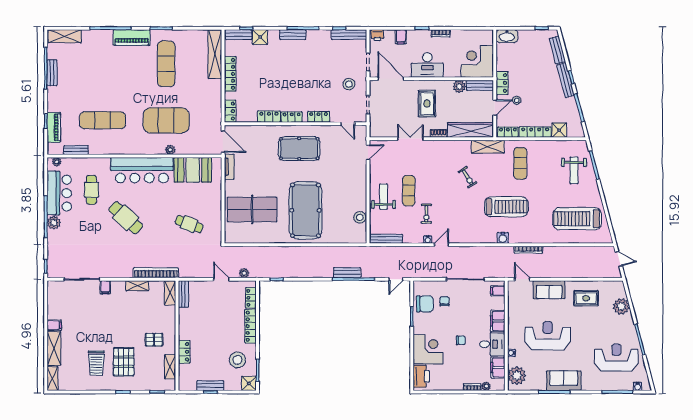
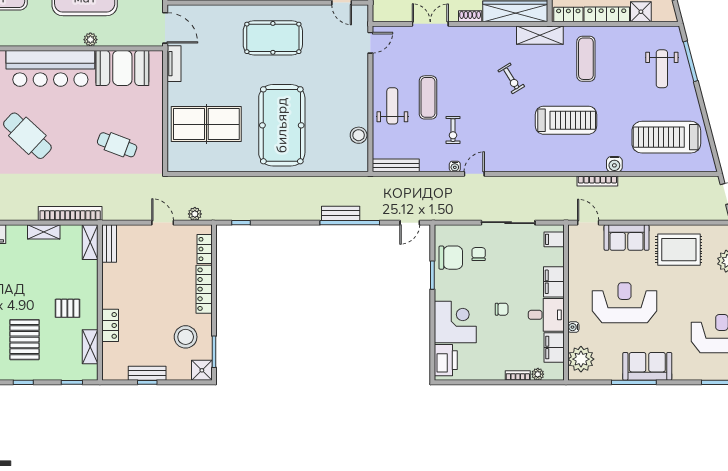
water cooler: (503, 238) -> (614, 164), moved
rug: (586, 298) -> (679, 250), width x1.36, depth x1.43

